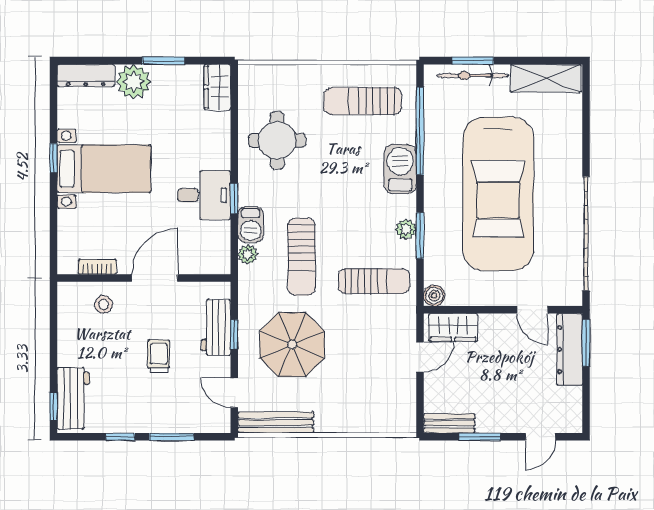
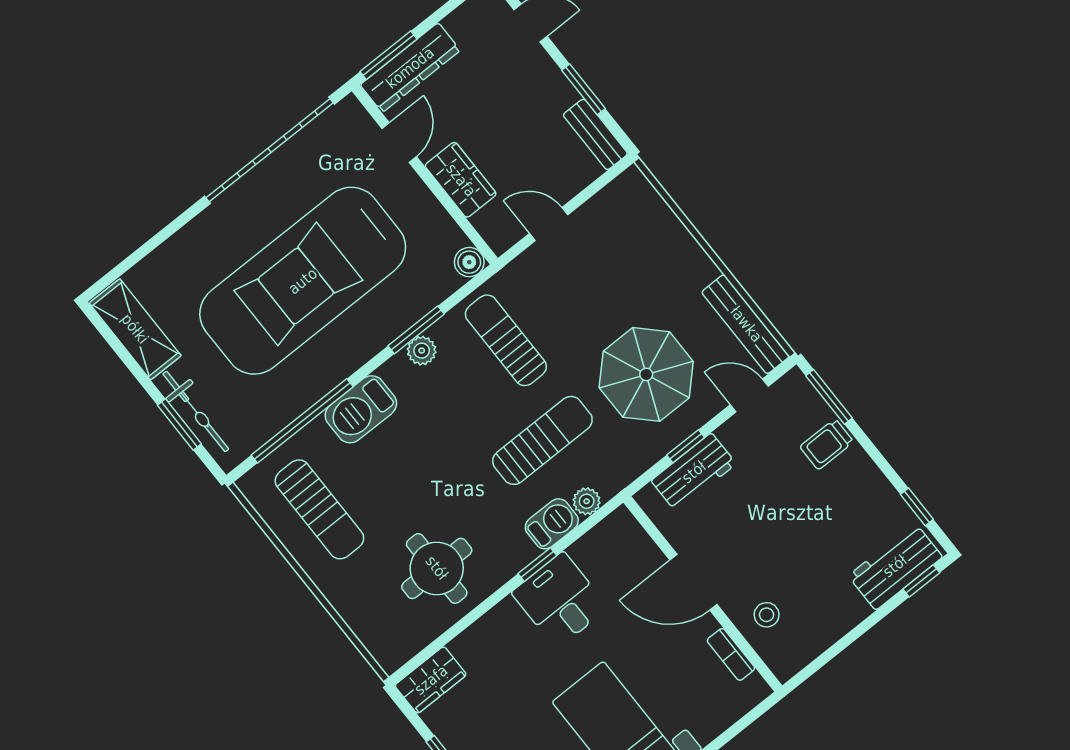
car: (498, 194) -> (303, 281), turned 180
wardrobe: (453, 328) -> (461, 180), moved
trolley: (159, 356) -> (827, 444), moved
door: (234, 393) -> (749, 395), swing flipped
window: (120, 437) -> (917, 507), moved
window: (172, 437) -> (829, 397), moved

